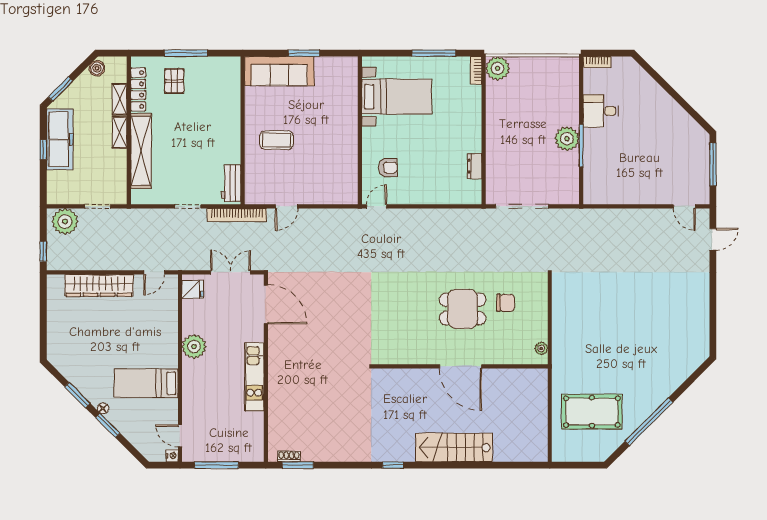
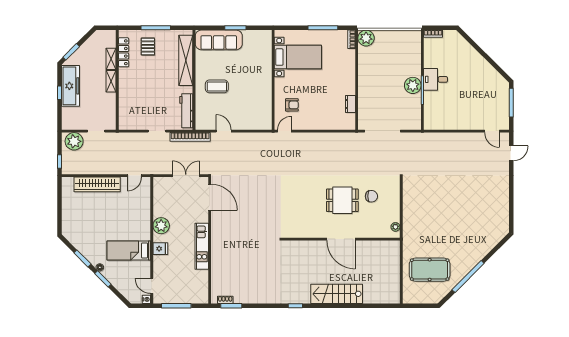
boiler: (97, 68) -> (96, 38), removed
desk: (601, 111) -> (436, 79), moved
shelving: (141, 151) -> (186, 60), moved
workbench: (231, 183) -> (186, 111), width x1.38
door: (286, 206) -> (224, 131), swing flipped
fridge: (193, 289) -> (160, 249), moved

